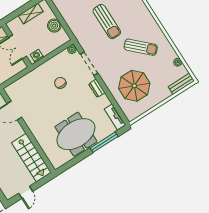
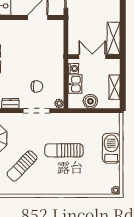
kitchen sink: (48, 47) -> (75, 84), added
chair: (60, 83) -> (37, 86), moved

